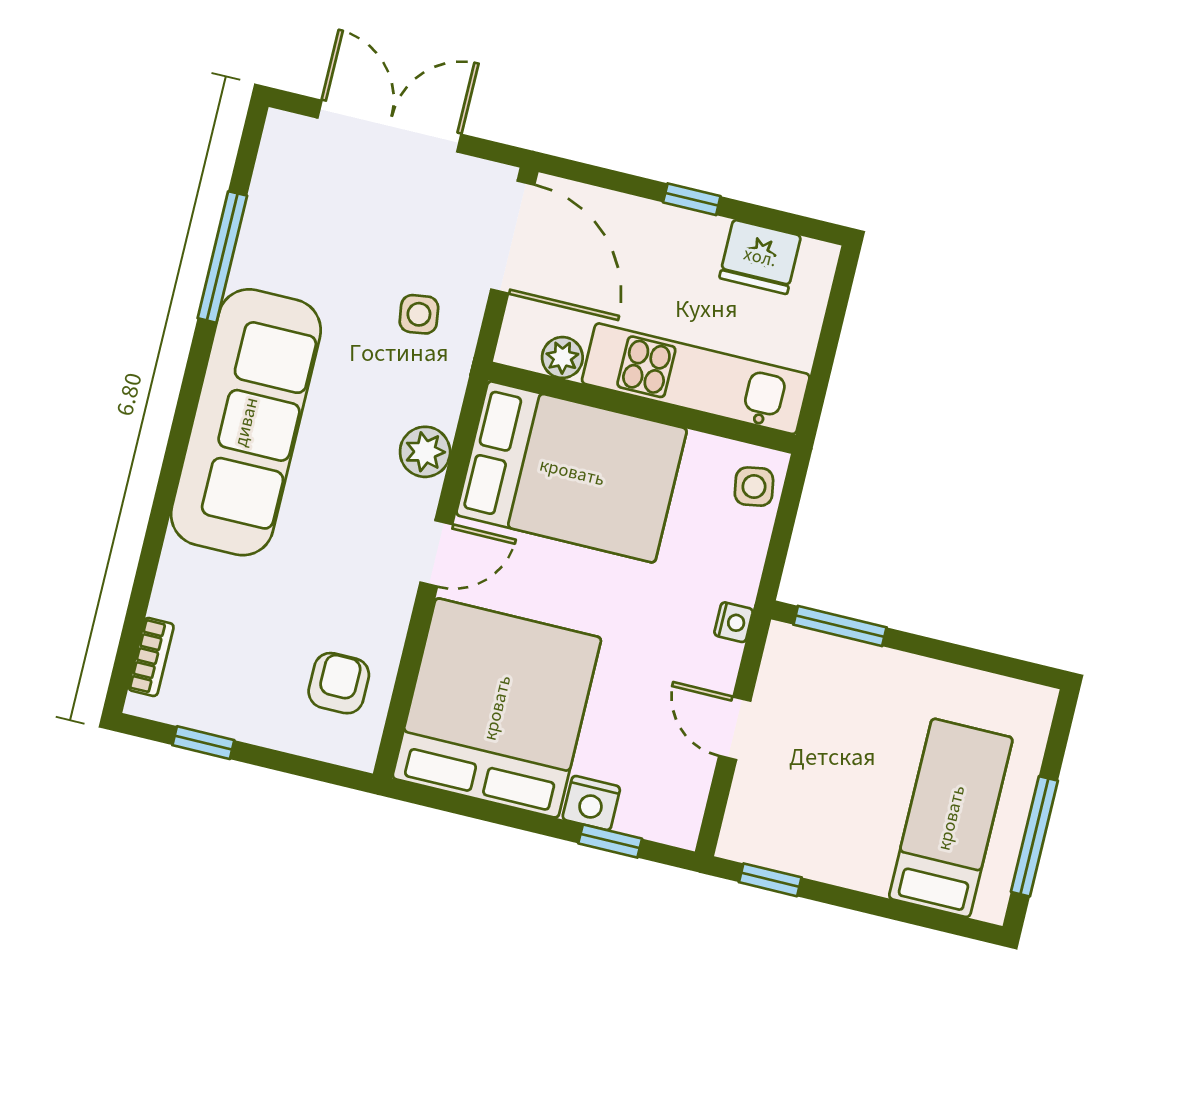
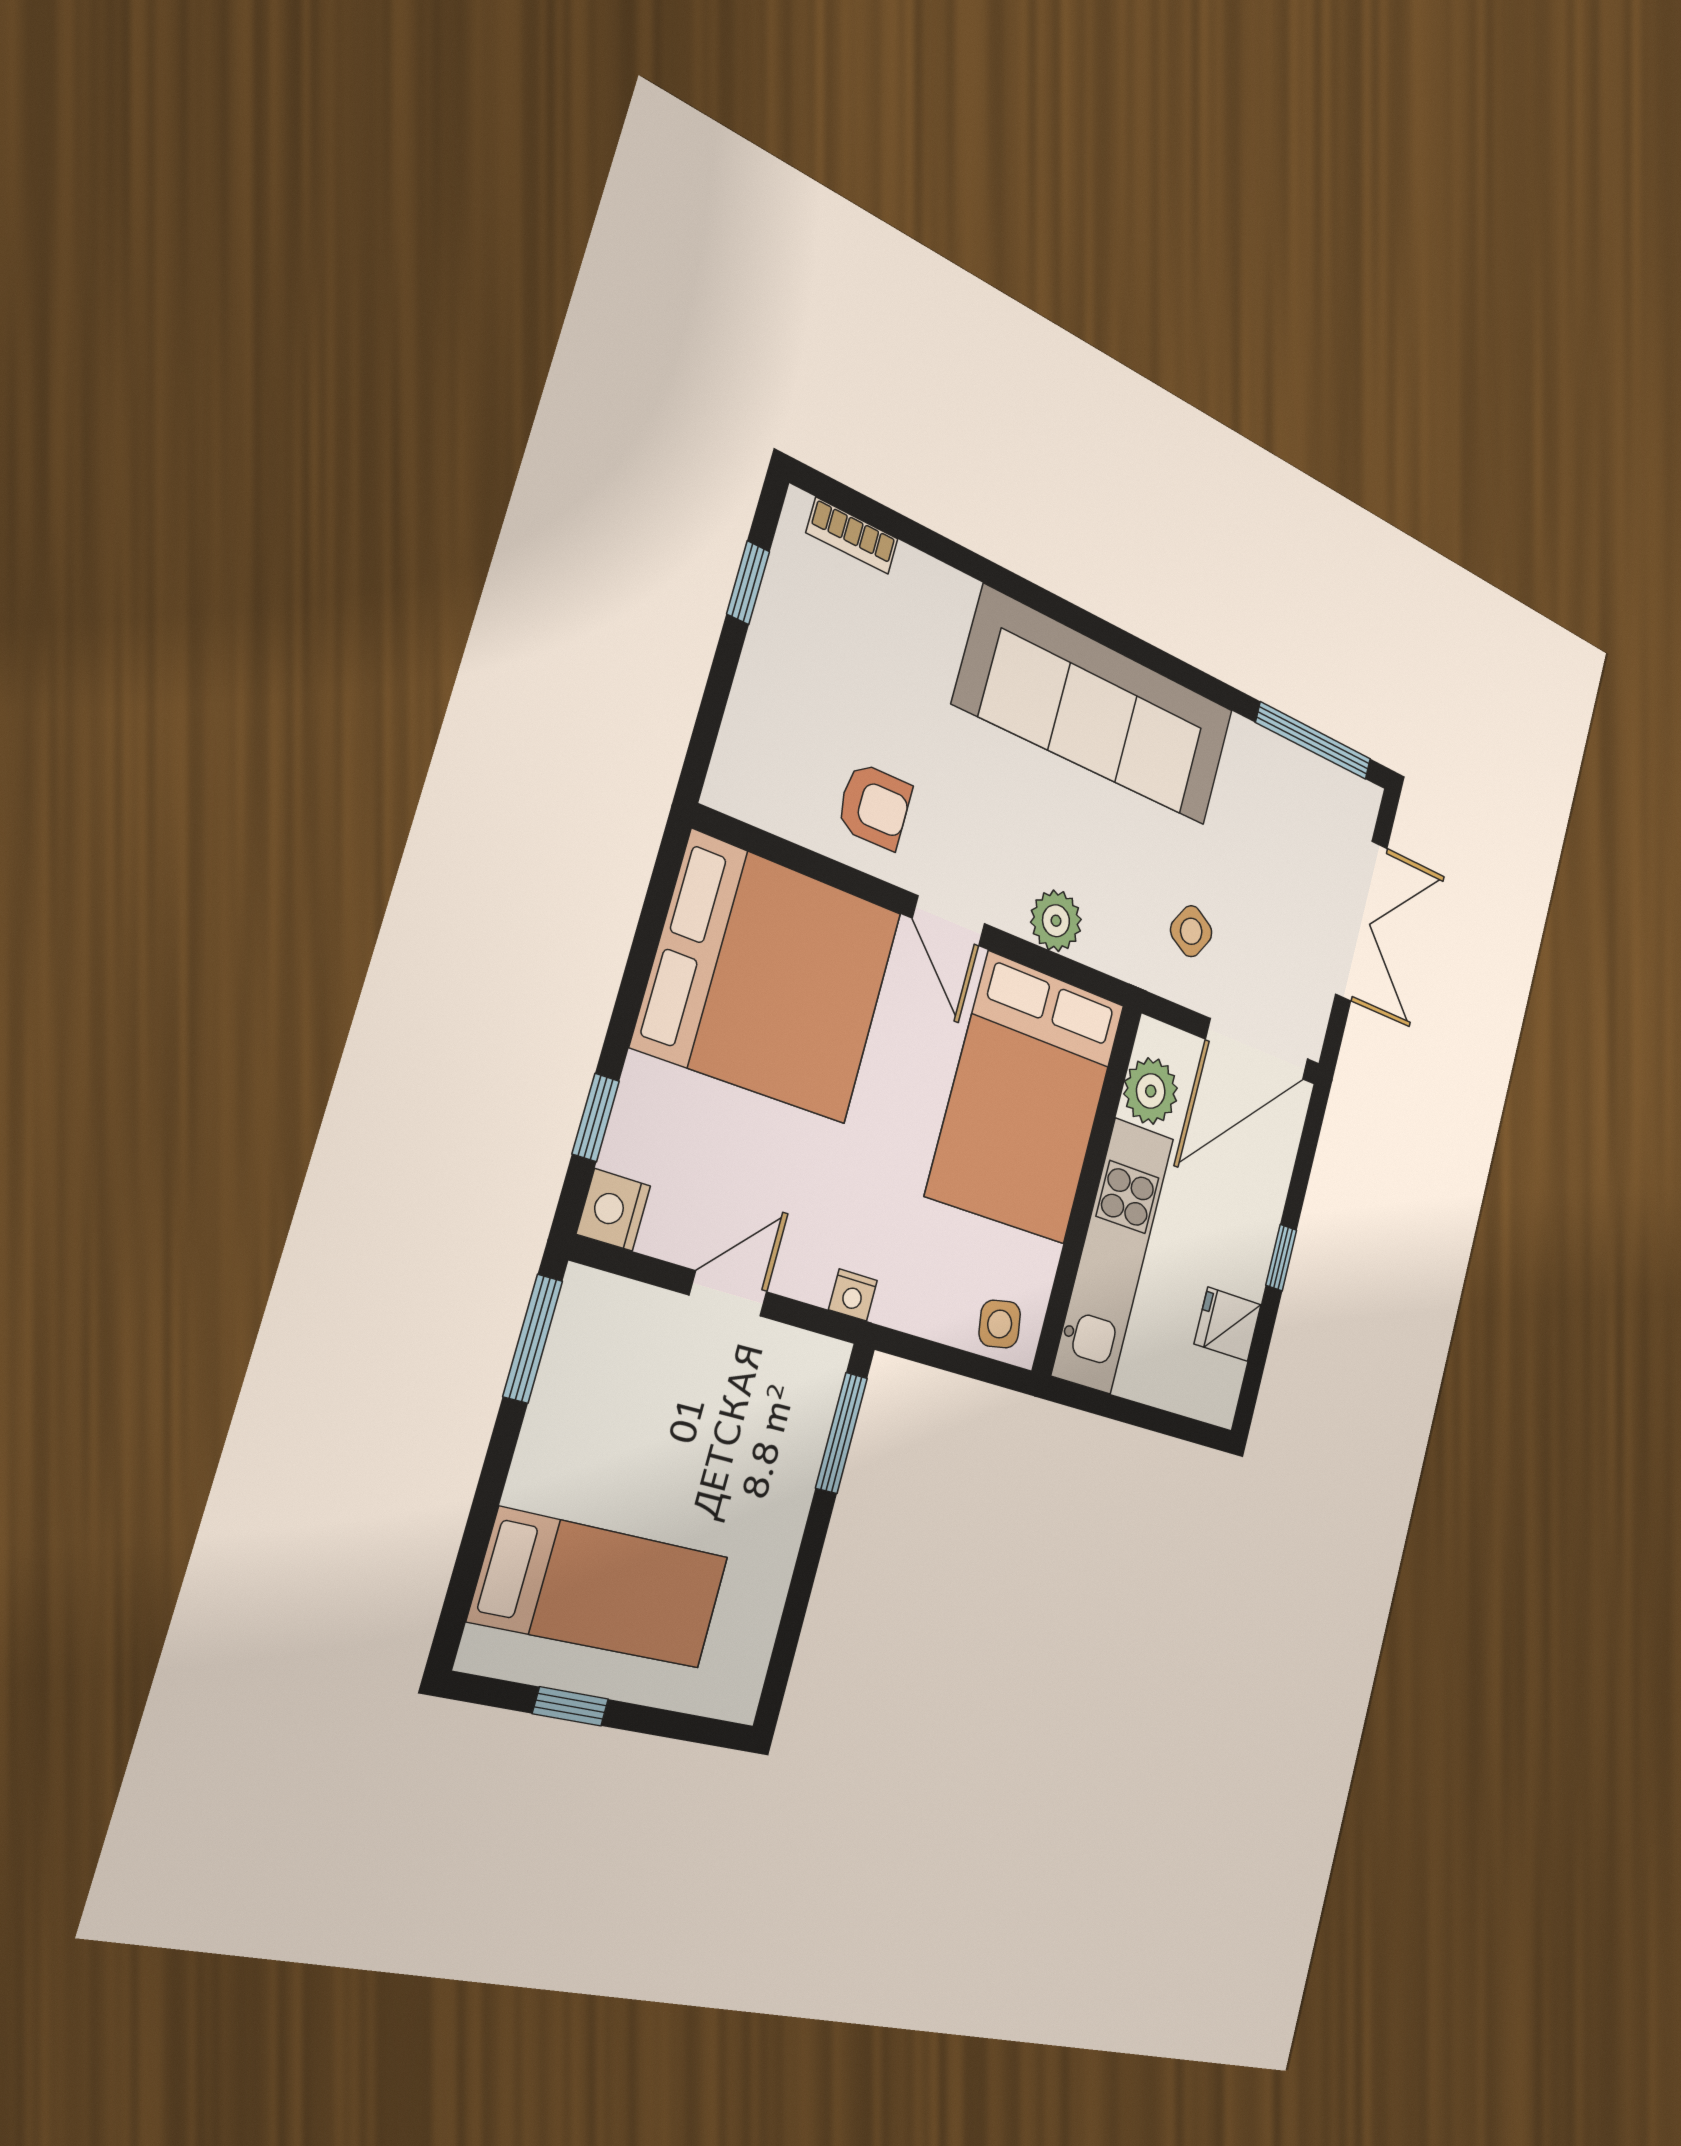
window: (222, 257) -> (1314, 741), moved
fridge: (760, 257) -> (1228, 1324), width x0.72
side table: (419, 314) -> (1191, 931), turned 38
plant: (562, 358) -> (1151, 1091), width x1.38, depth x1.38
armchair: (339, 683) -> (874, 806), moved
nightstand: (591, 803) -> (613, 1210), moved
window: (1034, 836) -> (570, 1706), width x0.46
window: (770, 880) -> (533, 1339), width x1.50

